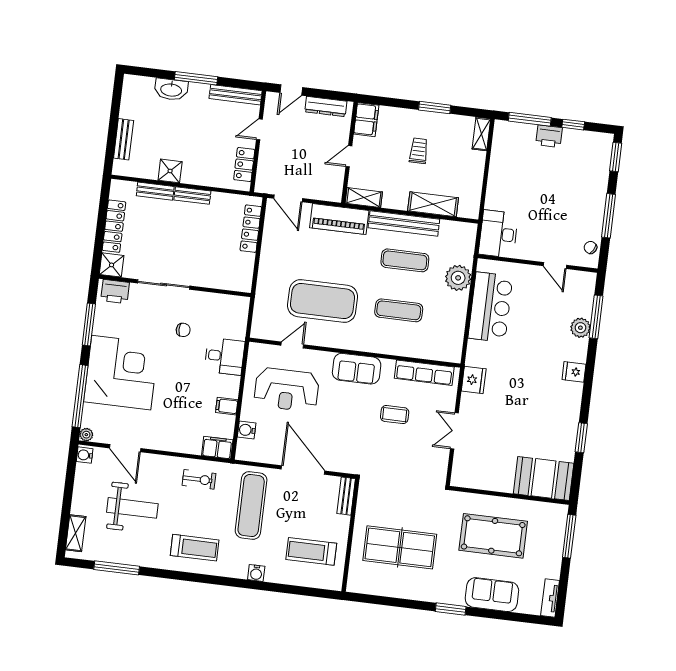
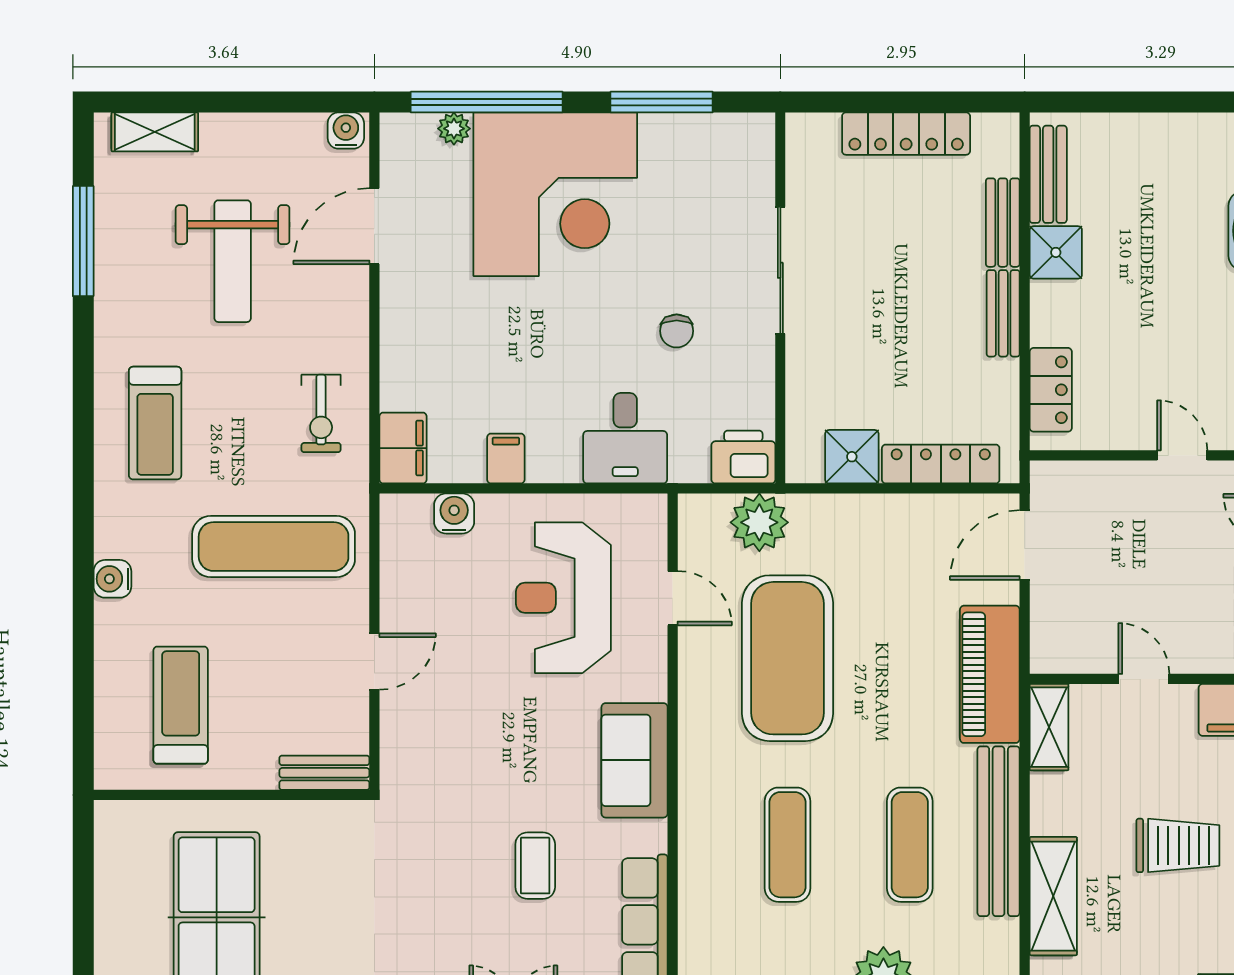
bench: (124, 139) -> (1048, 174), moved, turned 90
trolley: (419, 151) -> (1178, 845), width x1.36, depth x1.39
locker: (244, 165) -> (1051, 390), moved, turned 90
shower: (112, 265) -> (852, 457), moved
printer: (115, 292) -> (743, 457), moved, turned 90
plant: (266, 306) -> (759, 522), added
plant: (86, 435) -> (454, 129), moved
door: (303, 470) -> (374, 661), width x0.53

